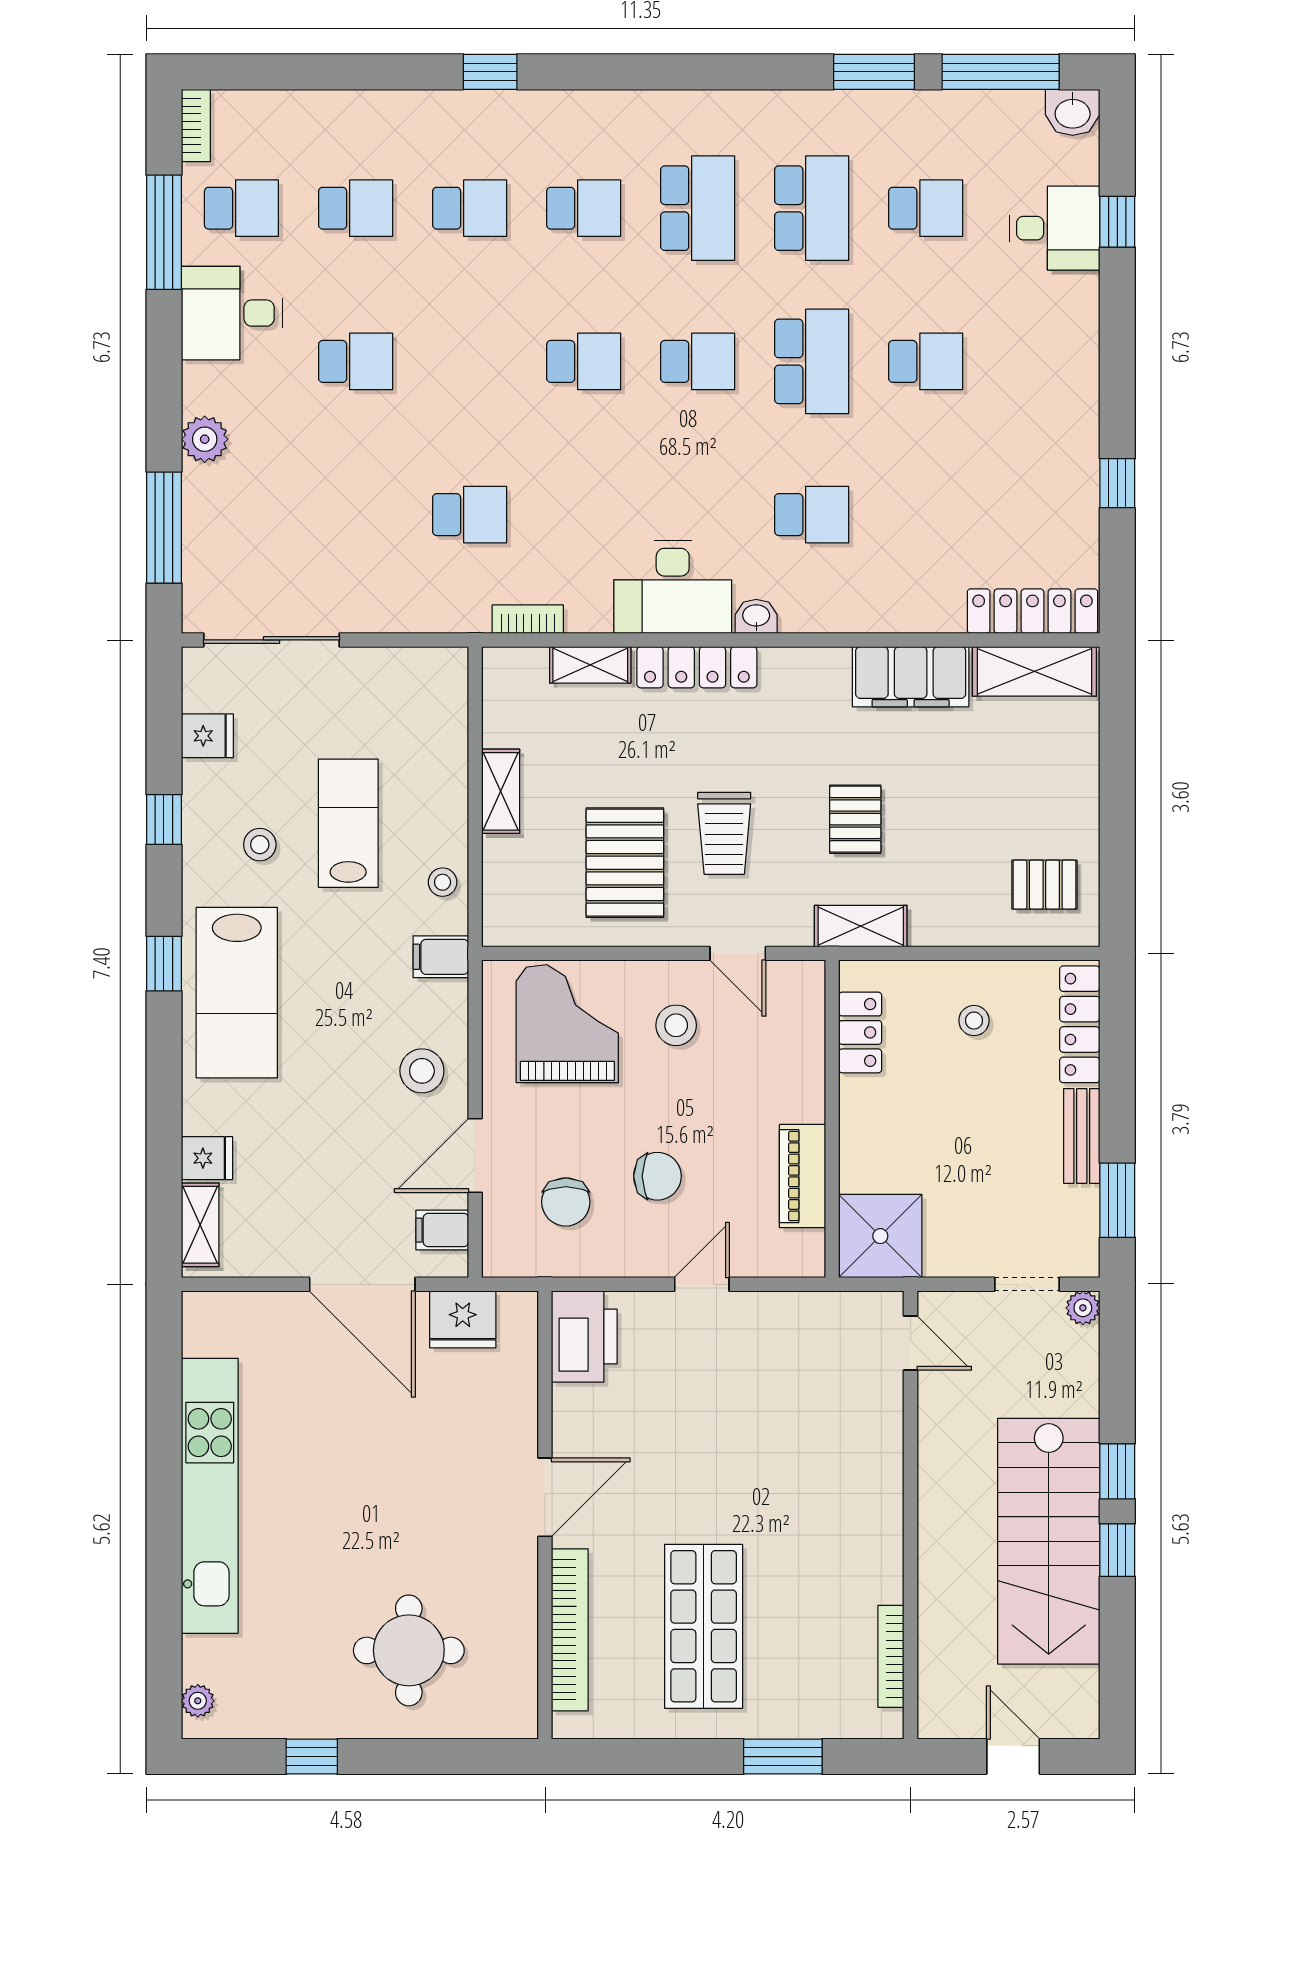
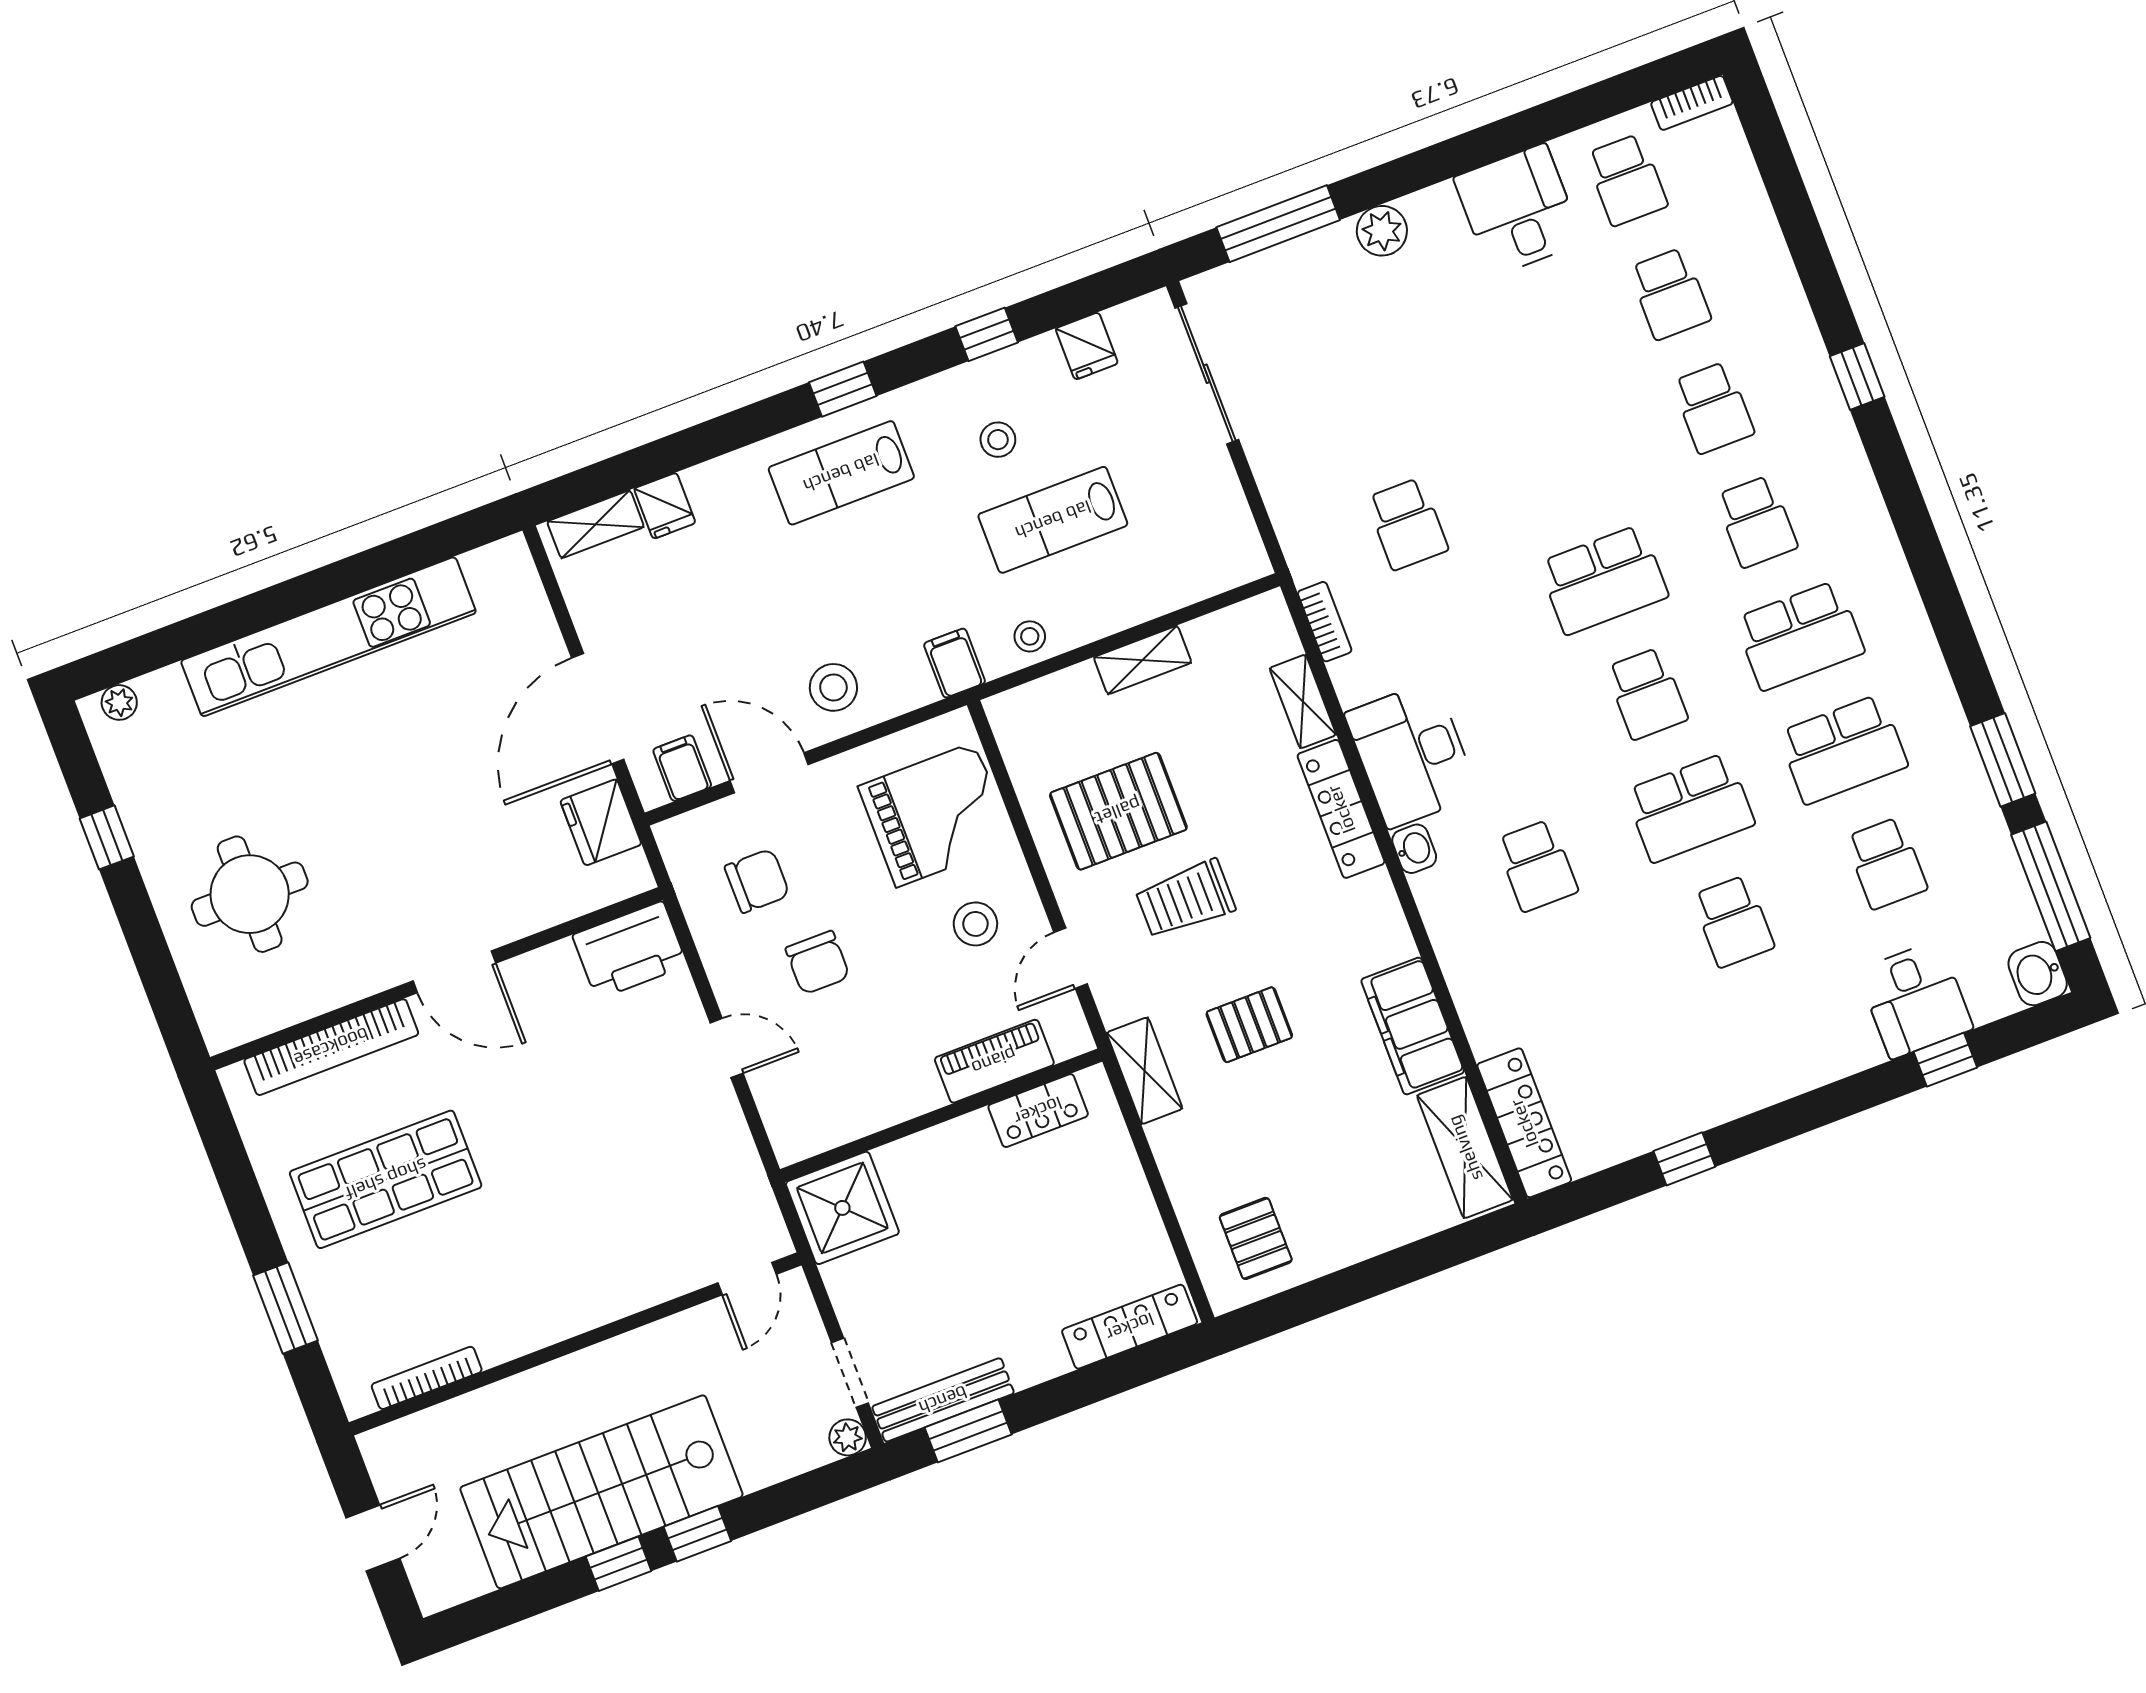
window: (164, 232) -> (1573, 112), removed
school desk: (356, 361) -> (1517, 352), removed
school desk: (584, 361) -> (1603, 580), width x1.85
lab bench: (348, 823) -> (1053, 520), turned 180
lab bench: (237, 993) -> (841, 473), width x0.73, depth x0.72
stool: (974, 1021) -> (1093, 1220), removed
bench: (1082, 1136) -> (943, 1400), moved, width x1.36
piano: (803, 1176) -> (994, 1061), moved
chair: (566, 1202) -> (757, 881), turned 180

